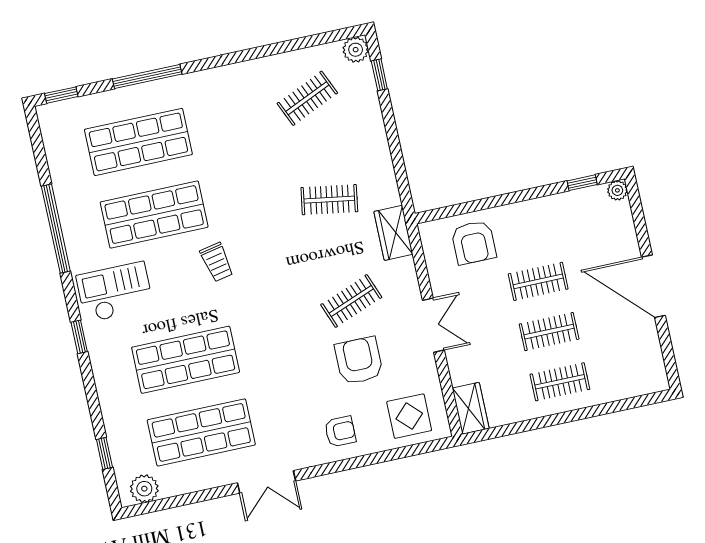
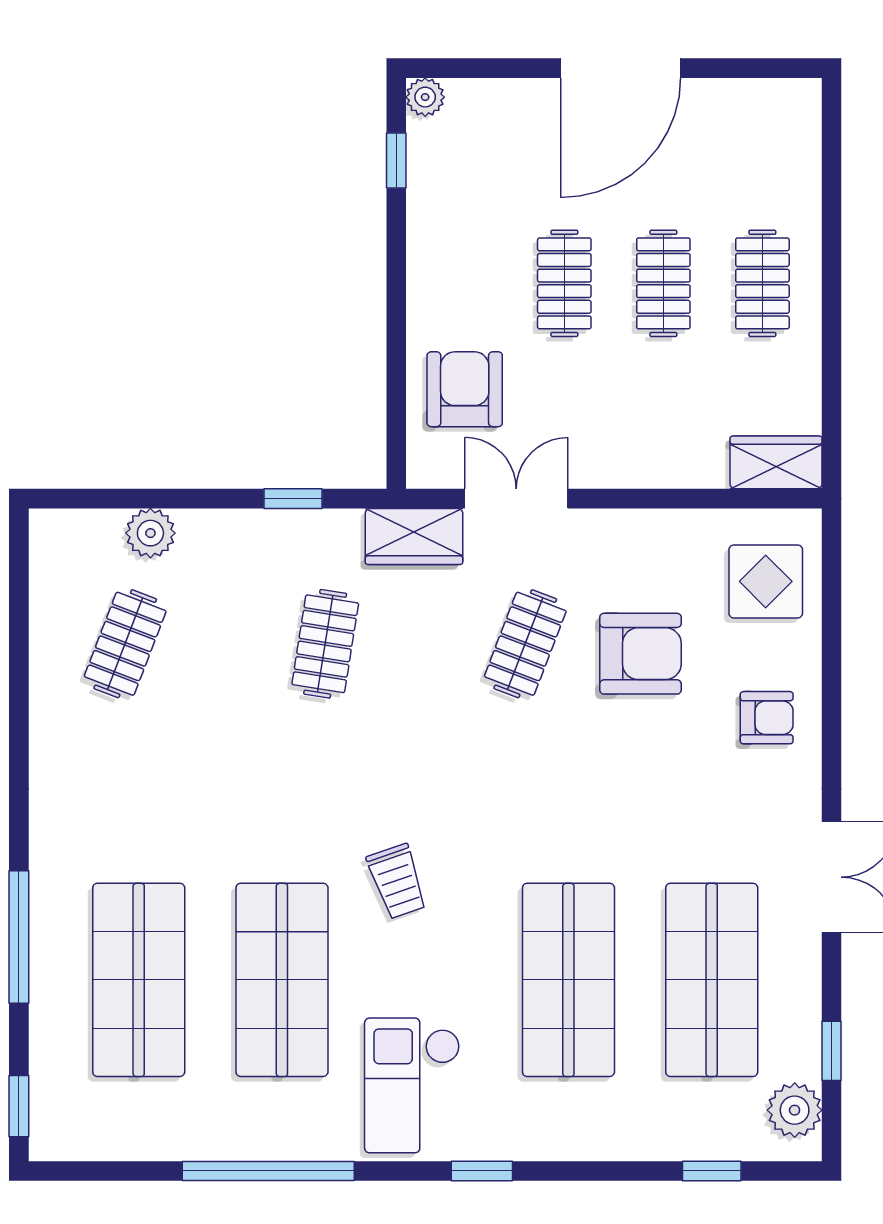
plant: (356, 50) -> (150, 533), moved
window: (379, 75) -> (293, 499), moved
clothes rail: (307, 98) -> (125, 644), turned 45
armchair: (474, 242) -> (465, 389), turned -90
trolley: (217, 262) -> (397, 881), turned 83
clothes rail: (351, 301) -> (525, 644), turned 42
double door: (433, 325) -> (516, 499), moved
armchair: (359, 361) -> (640, 654), turned 180
armchair: (340, 432) -> (767, 718), turned 90
window: (178, 501) -> (832, 1051), added

